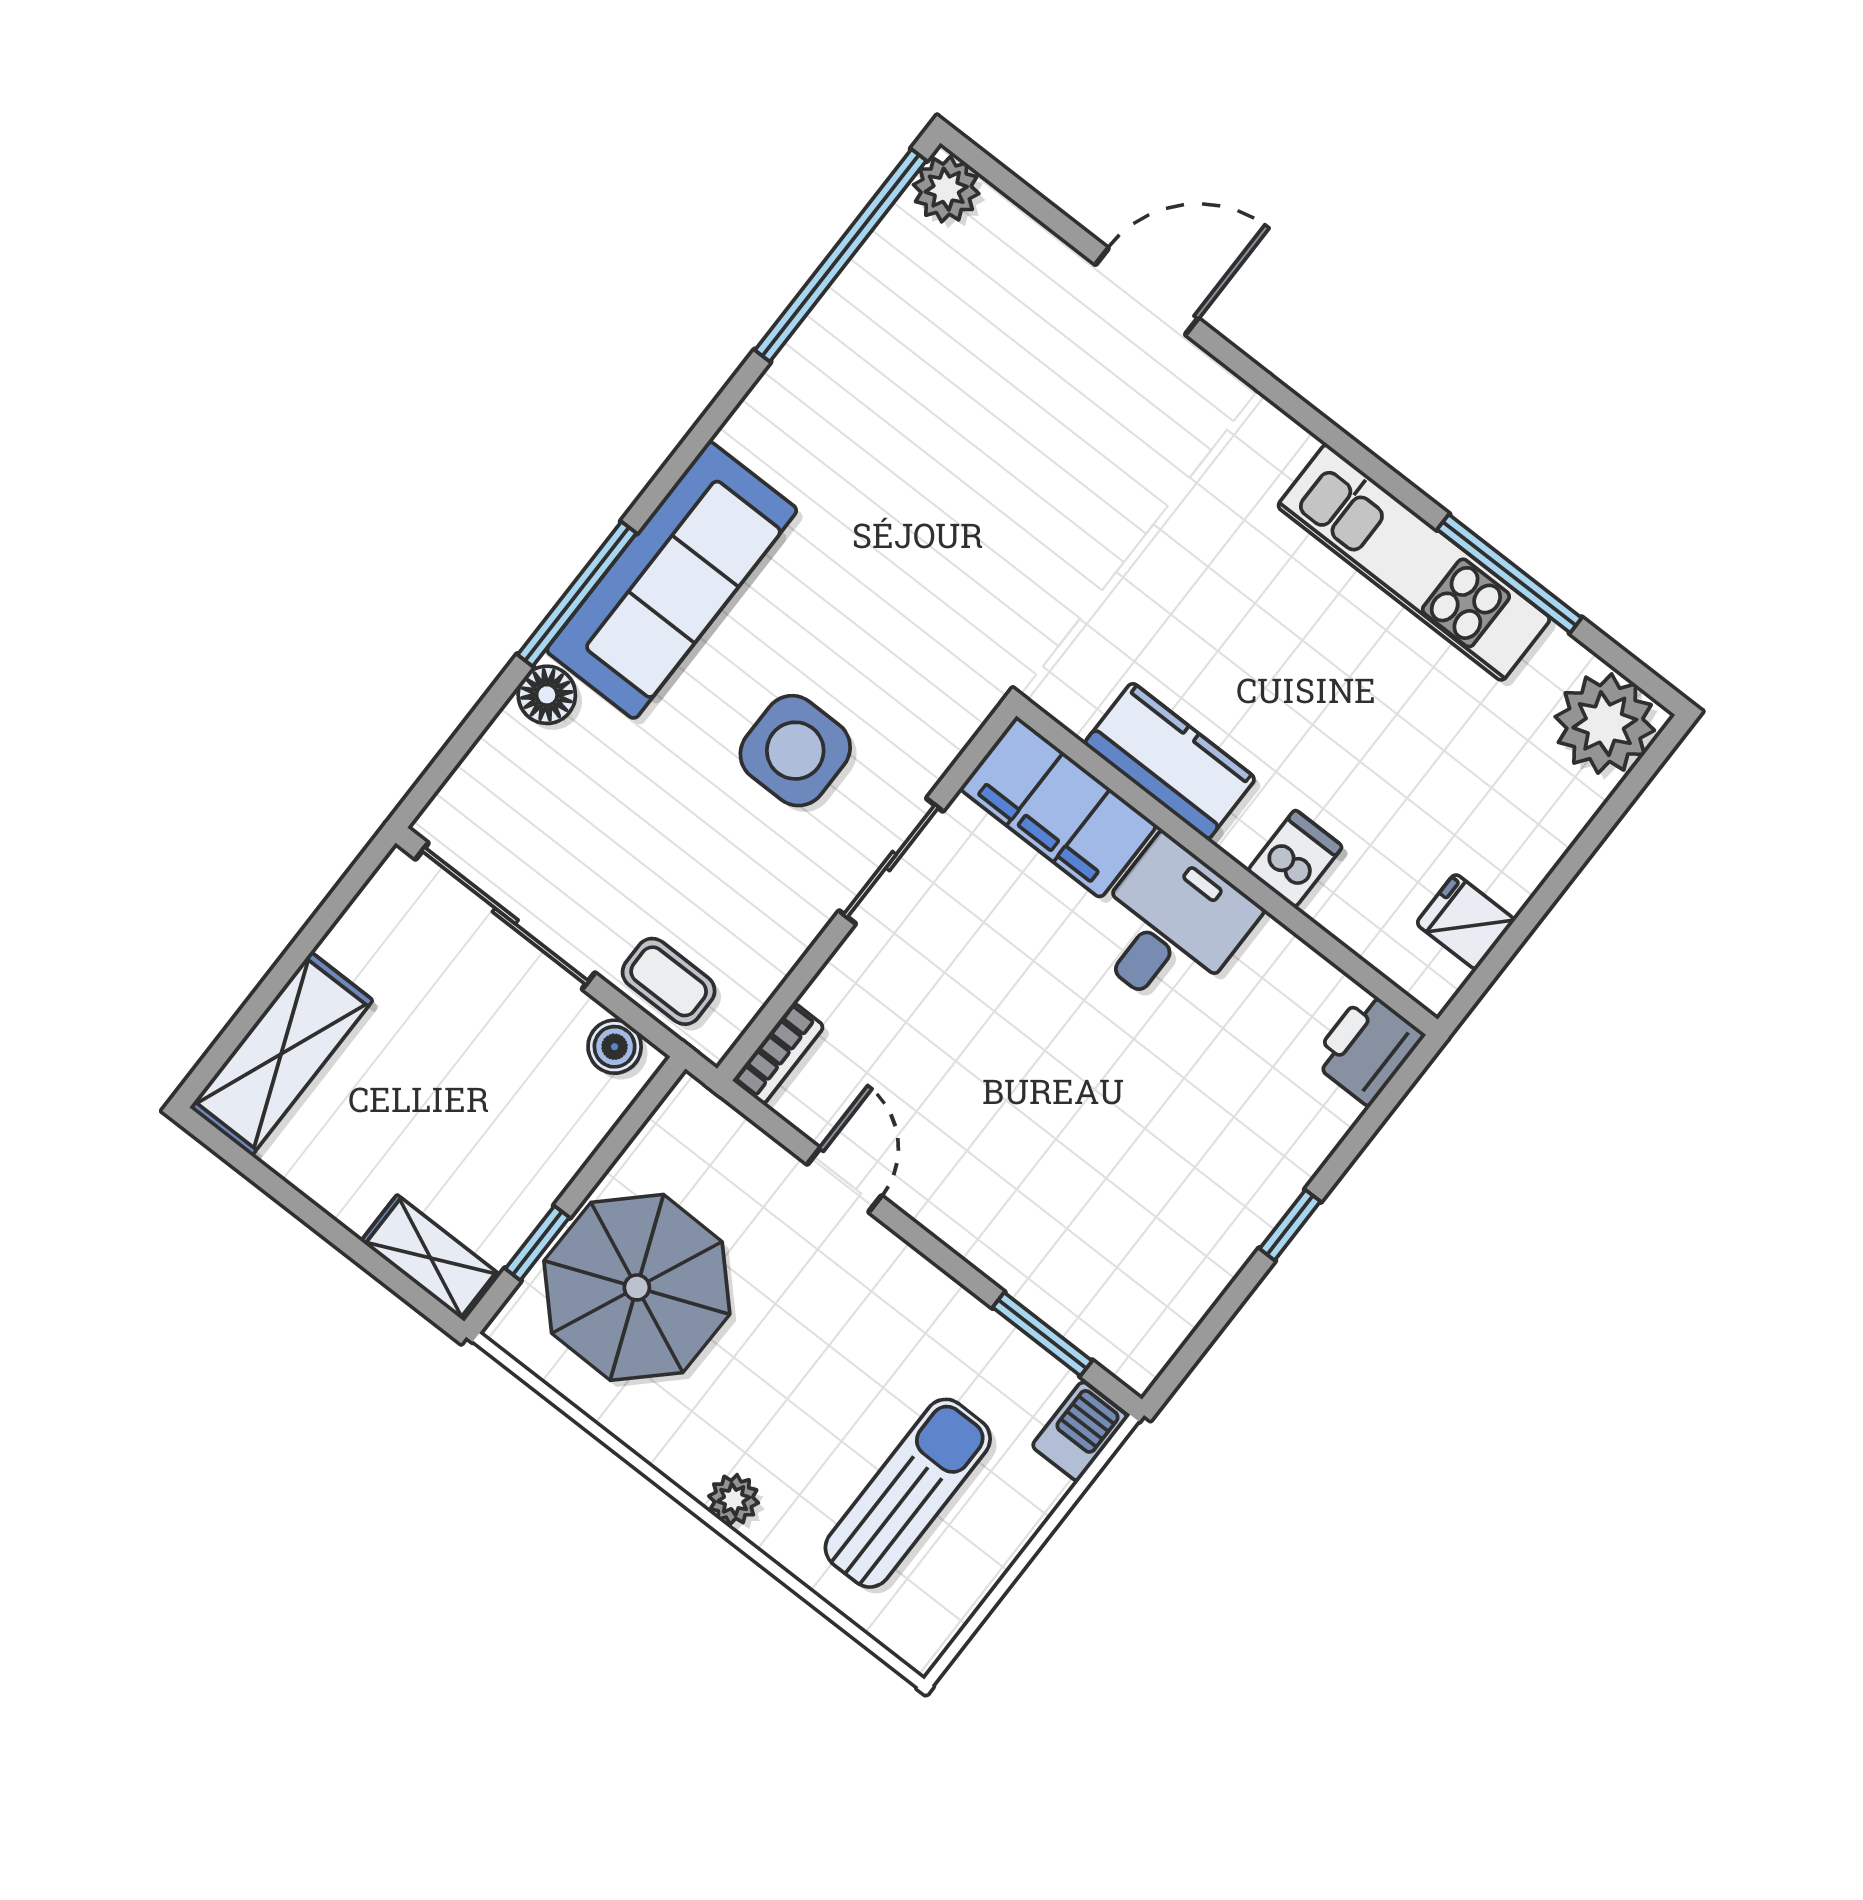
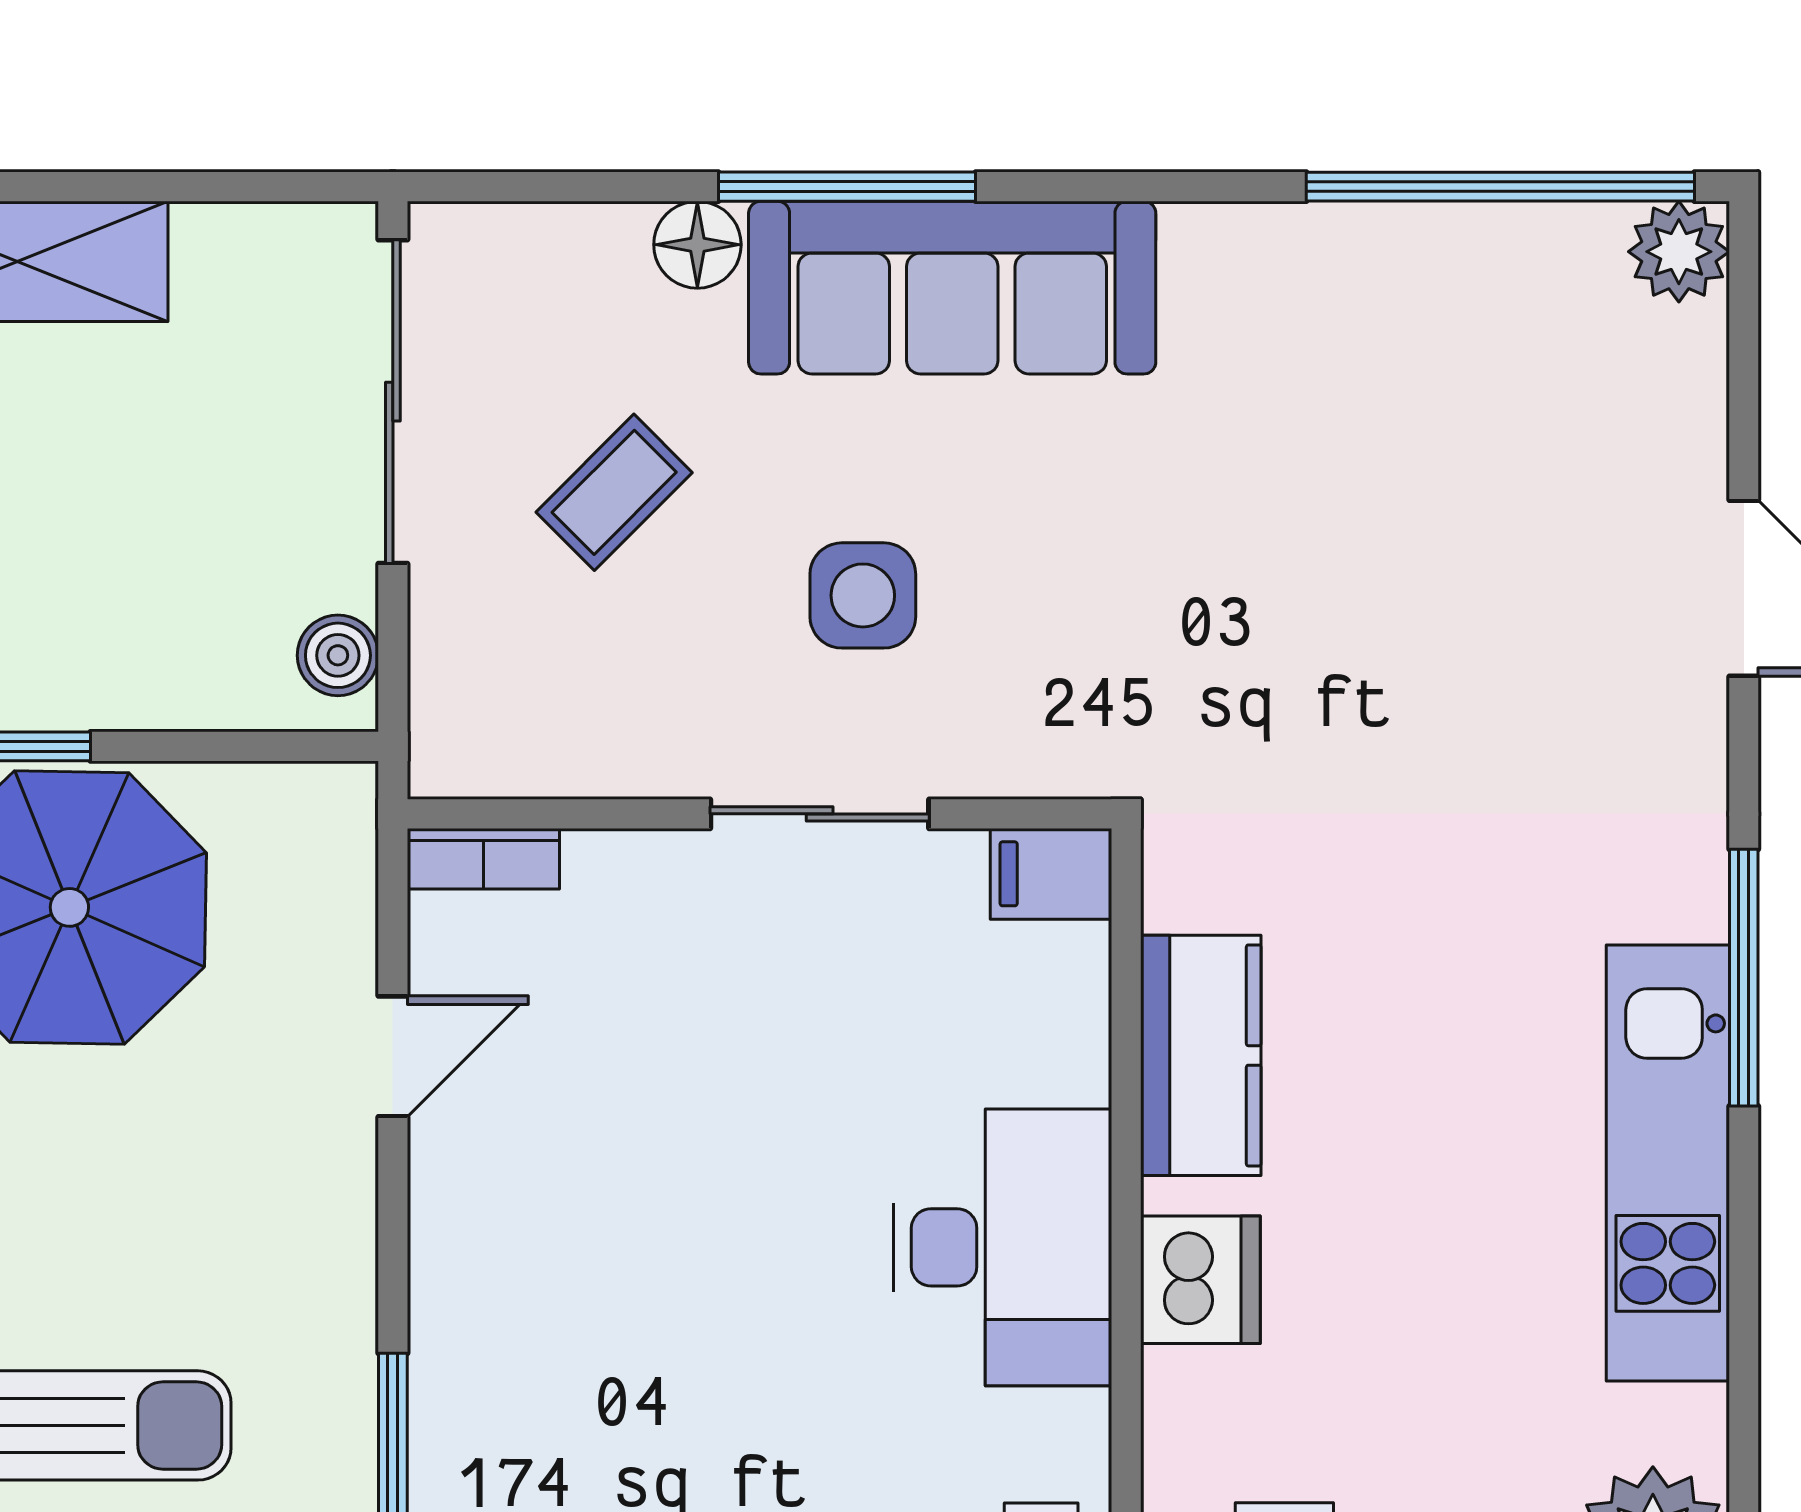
window: (1509, 574) -> (1744, 978), moved
side table: (795, 751) -> (863, 595), width x0.73, depth x0.73
filing cabinet: (1058, 807) -> (1051, 874), width x0.33, depth x0.86
dishwasher: (1295, 859) -> (1200, 1280), width x1.38
desk: (1170, 926) -> (1003, 1247), width x1.37
coffee table: (669, 981) -> (614, 492), moved, turned 45

